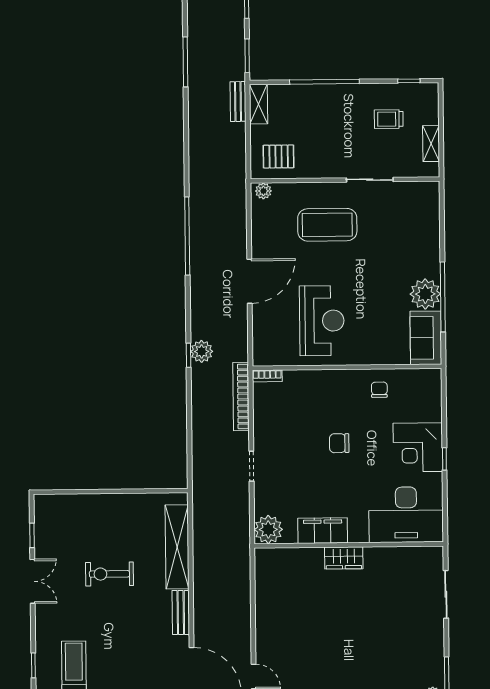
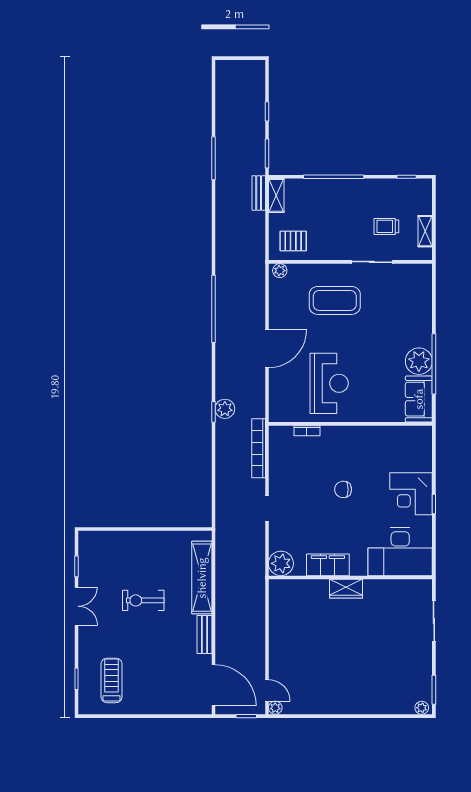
trolley: (389, 119) -> (386, 226), moved
bookcase: (267, 376) -> (307, 431), moved
chair: (379, 390) -> (378, 444), removed

